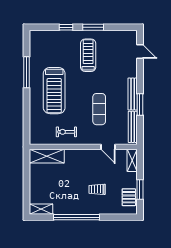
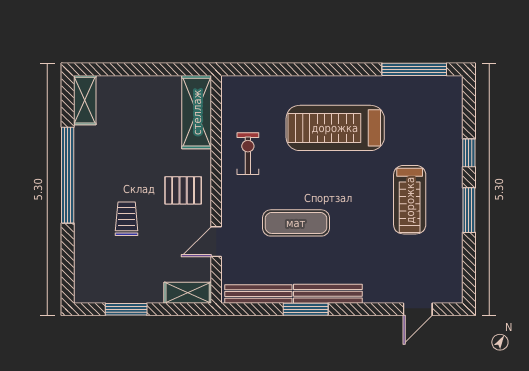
treadmill: (88, 55) -> (410, 200), turned 90
window: (26, 72) -> (414, 69), moved
pallet: (129, 197) -> (183, 190), moved

